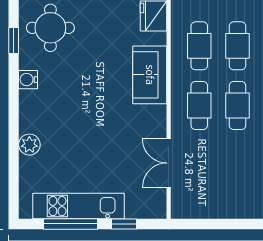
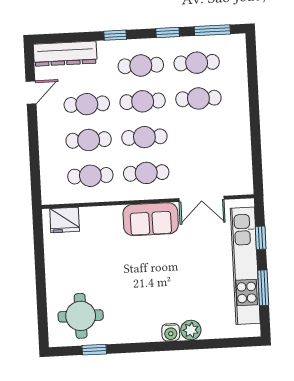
sofa: (150, 75) -> (151, 219), moved
water cooler: (28, 80) -> (171, 332), moved
kitchen unit: (78, 206) -> (245, 266), width x1.36
window: (71, 224) -> (263, 288), width x0.69

